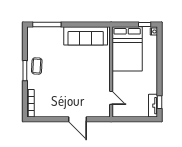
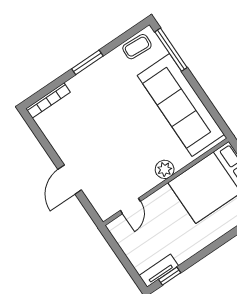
sofa: (86, 36) -> (181, 105), width x1.36, depth x1.27
coffee table: (37, 66) -> (137, 47), moved
plant: (105, 68) -> (165, 169), added

